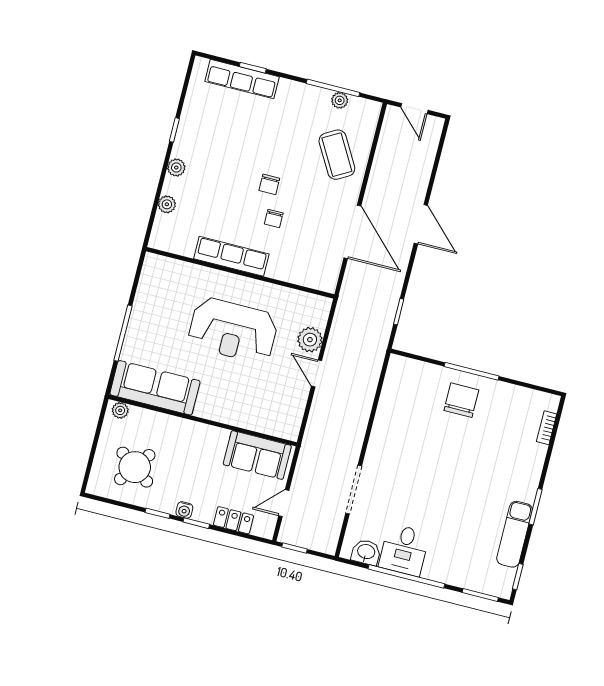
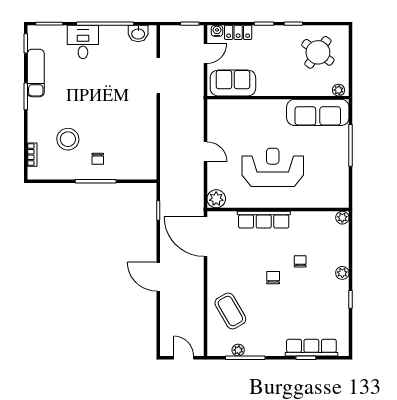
plant: (167, 204) -> (342, 218), moved
chair: (274, 218) -> (300, 261), moved
door: (352, 232) -> (205, 237), moved
row of seats: (231, 256) -> (264, 220), moved
plant: (310, 340) -> (216, 199), moved
chair: (461, 400) -> (98, 159), width x0.54, depth x0.54
stool: (494, 436) -> (68, 139), added
water cooler: (184, 510) -> (217, 31), moved
desk: (404, 550) -> (83, 42), moved

